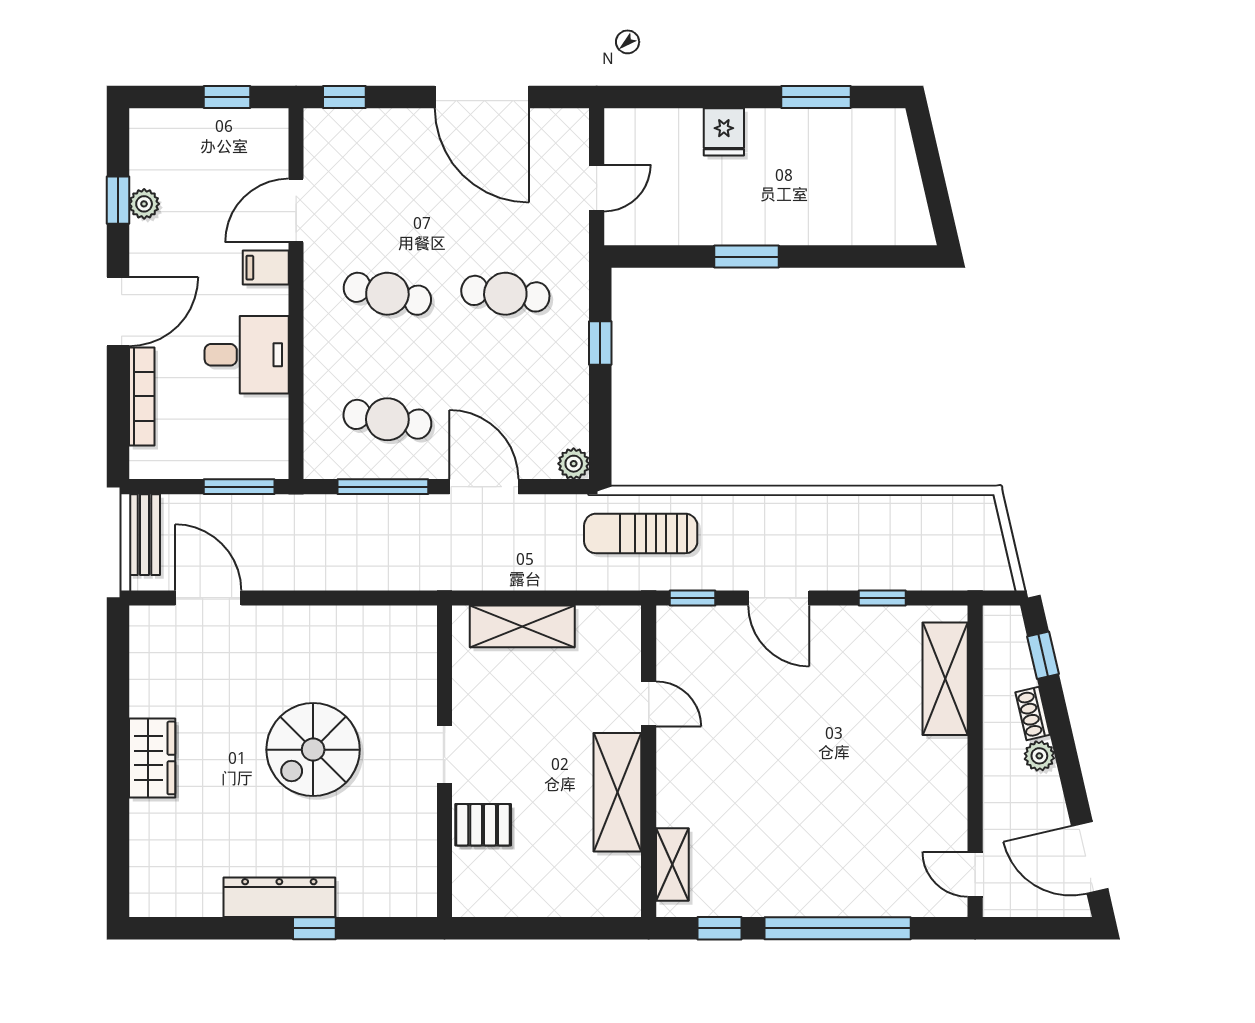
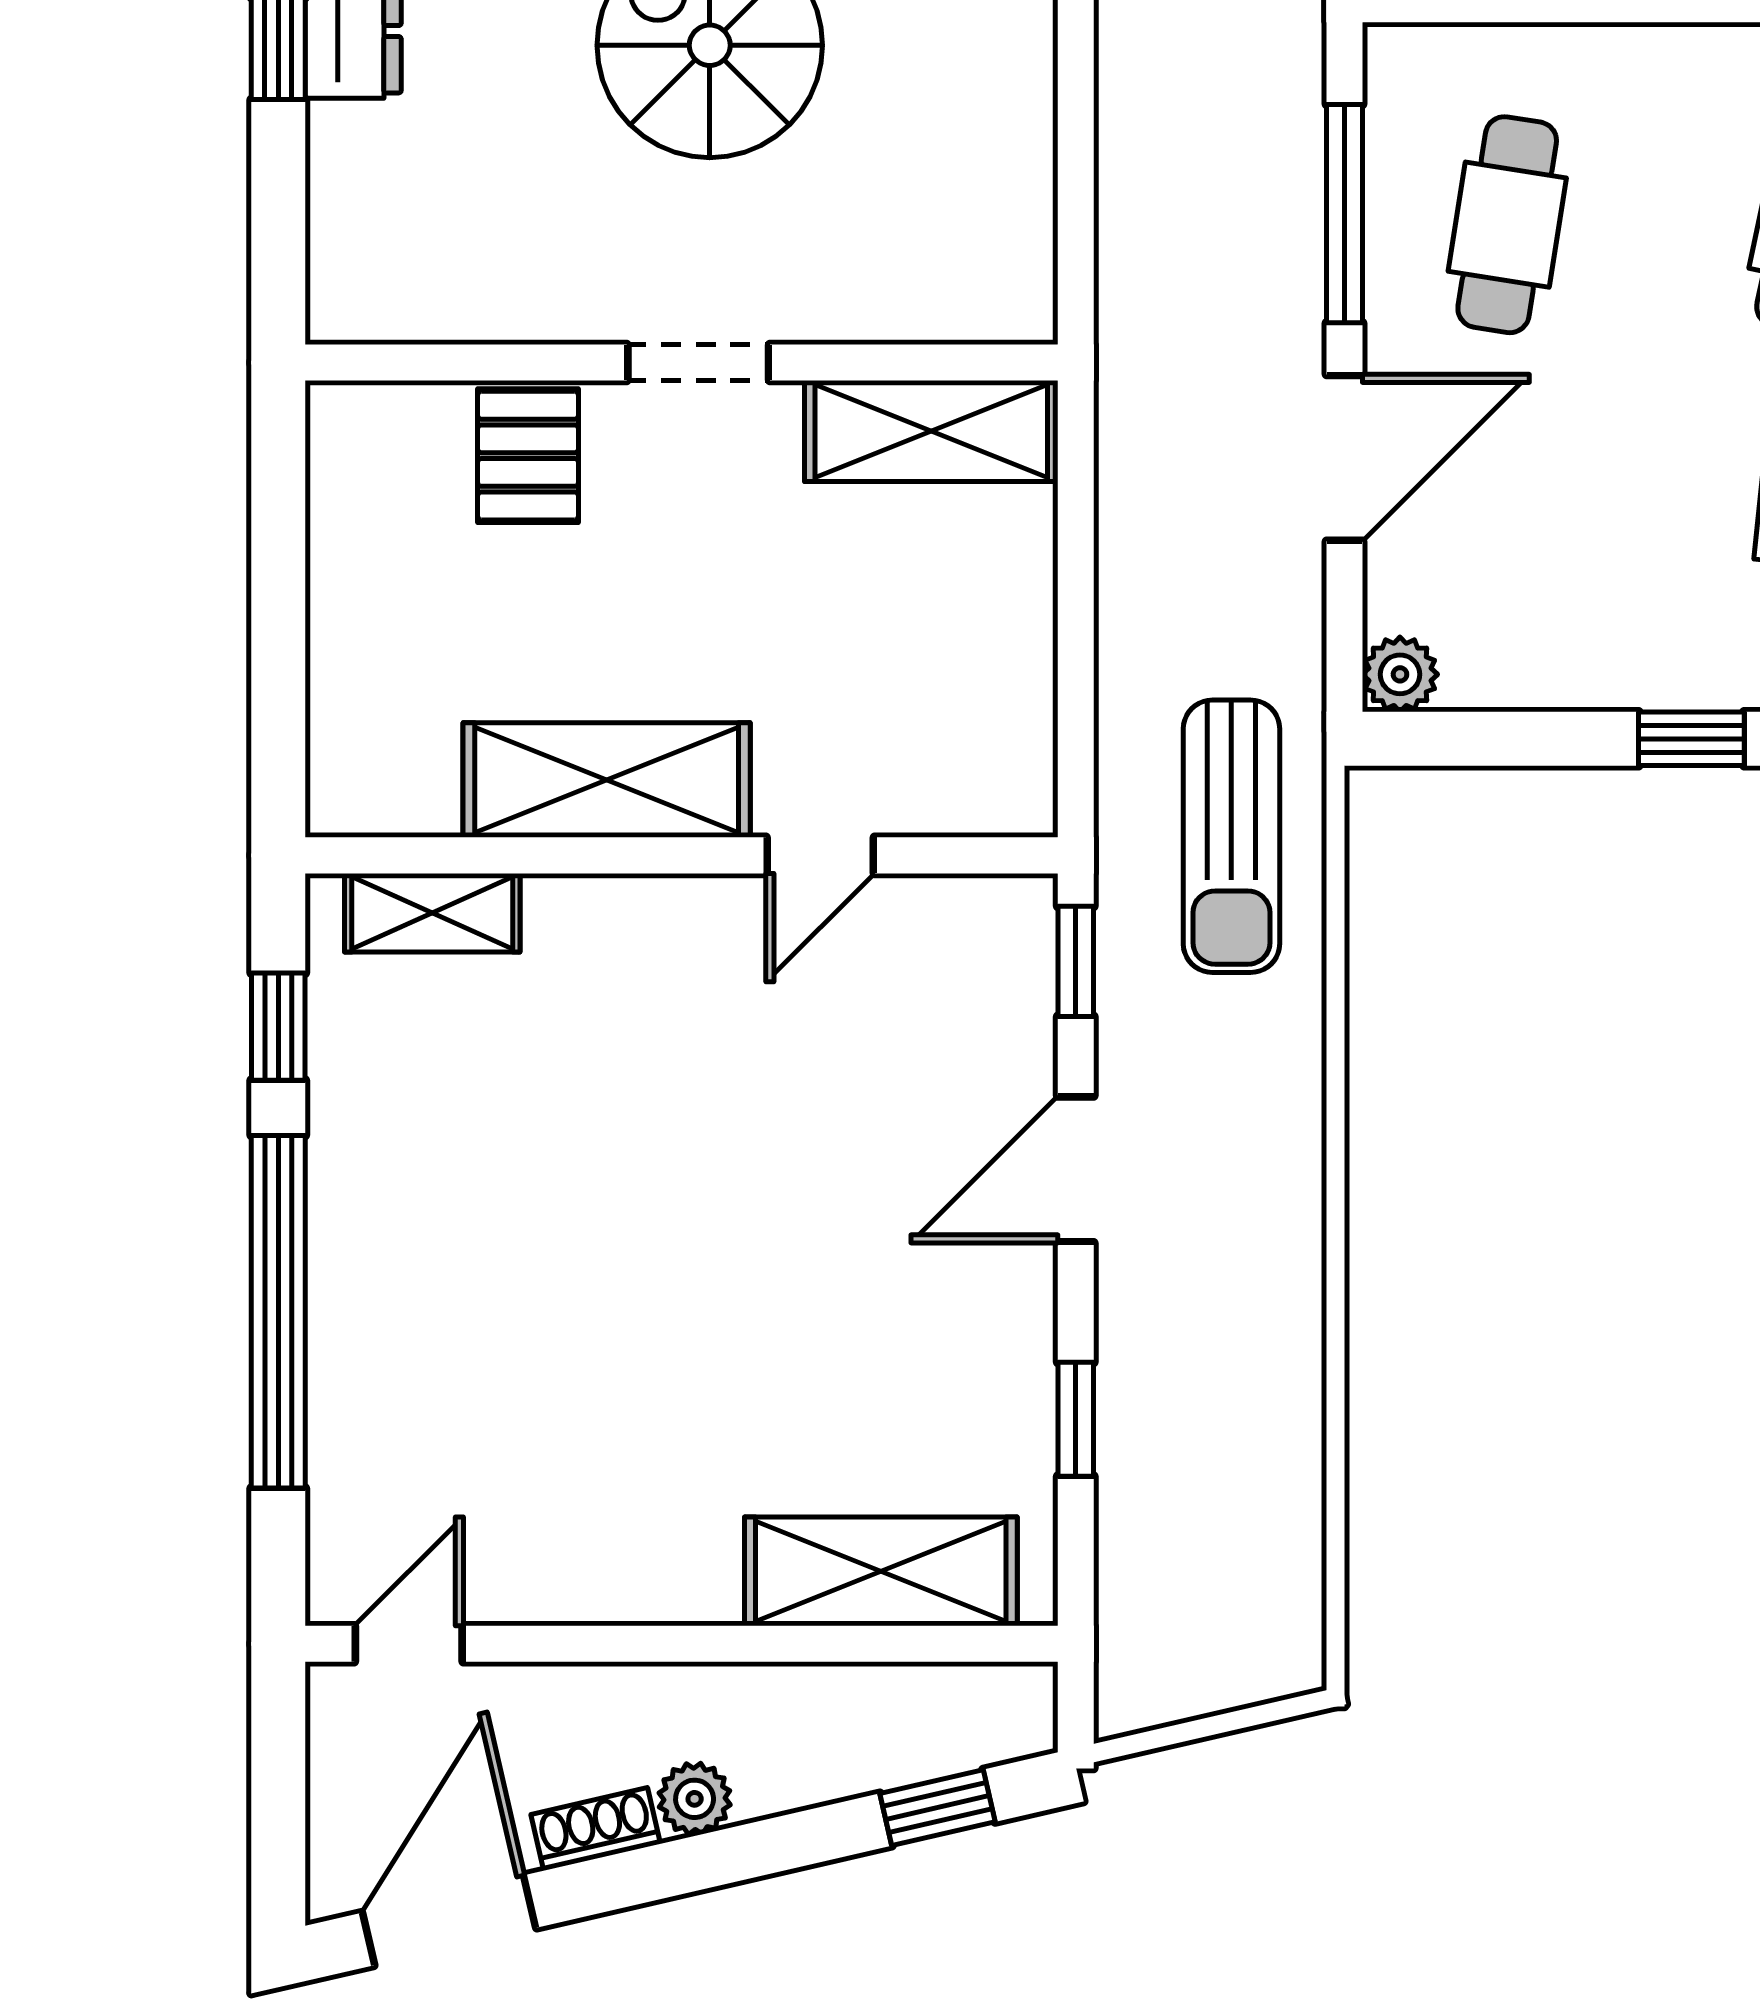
sun lounger: (641, 533) -> (1231, 836), turned 180
shelving: (522, 626) -> (931, 431), moved, turned 90
shoe rack: (1033, 714) -> (596, 1829), moved

